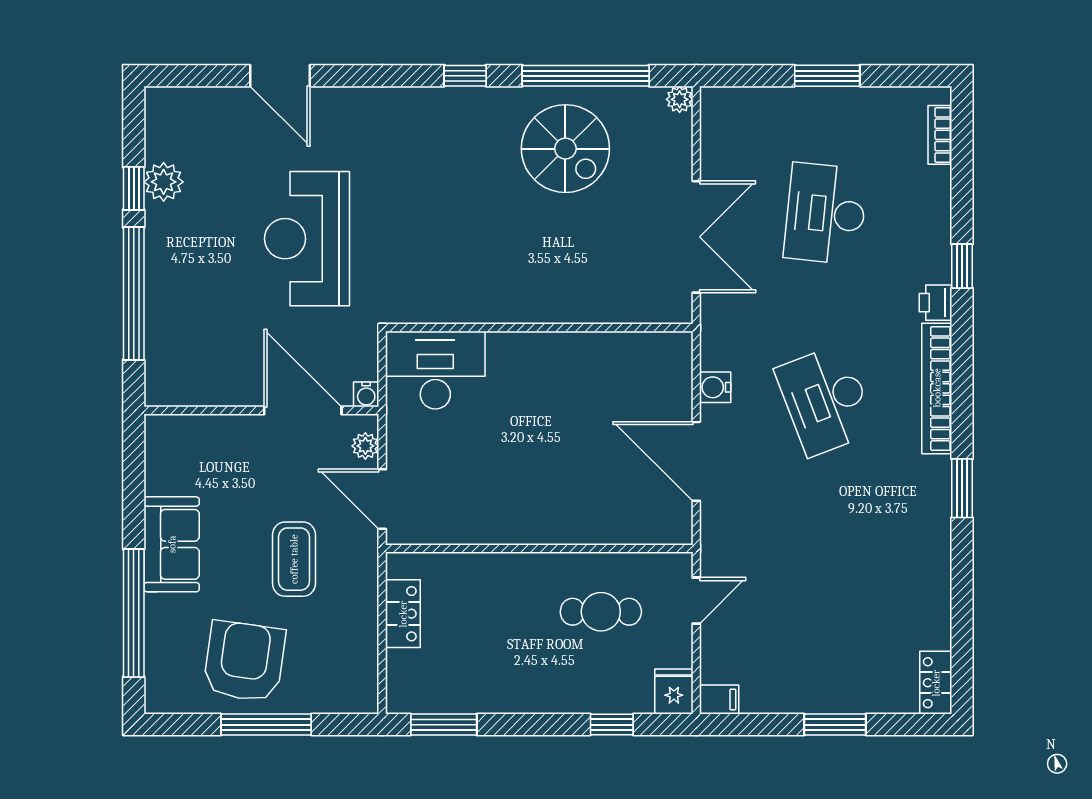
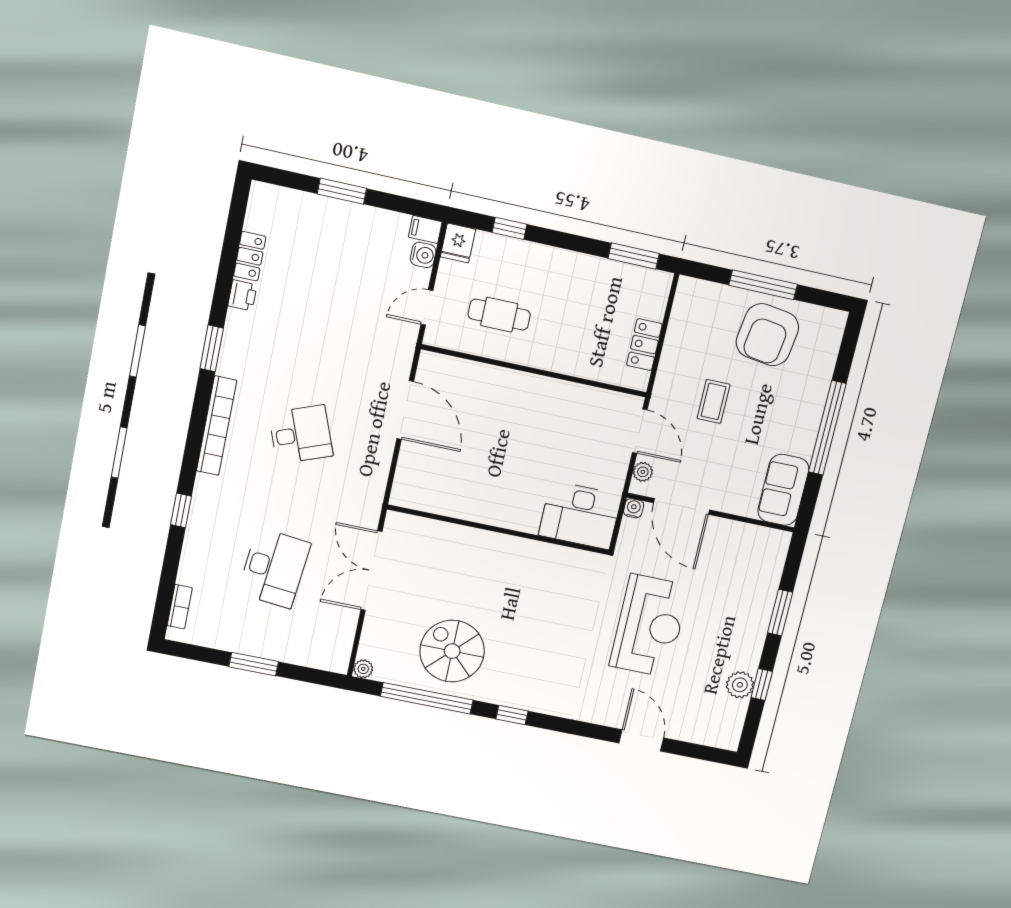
window: (134, 294) -> (780, 613), width x0.47
printer: (936, 303) -> (242, 295), moved
water cooler: (715, 387) -> (423, 255), moved
desk: (826, 400) -> (301, 434), width x0.73
sofa: (172, 544) -> (783, 490), moved
coffee table: (294, 559) -> (713, 401), width x0.73, depth x0.77
window: (134, 613) -> (827, 428), moved
locker: (936, 683) -> (250, 256), moved

